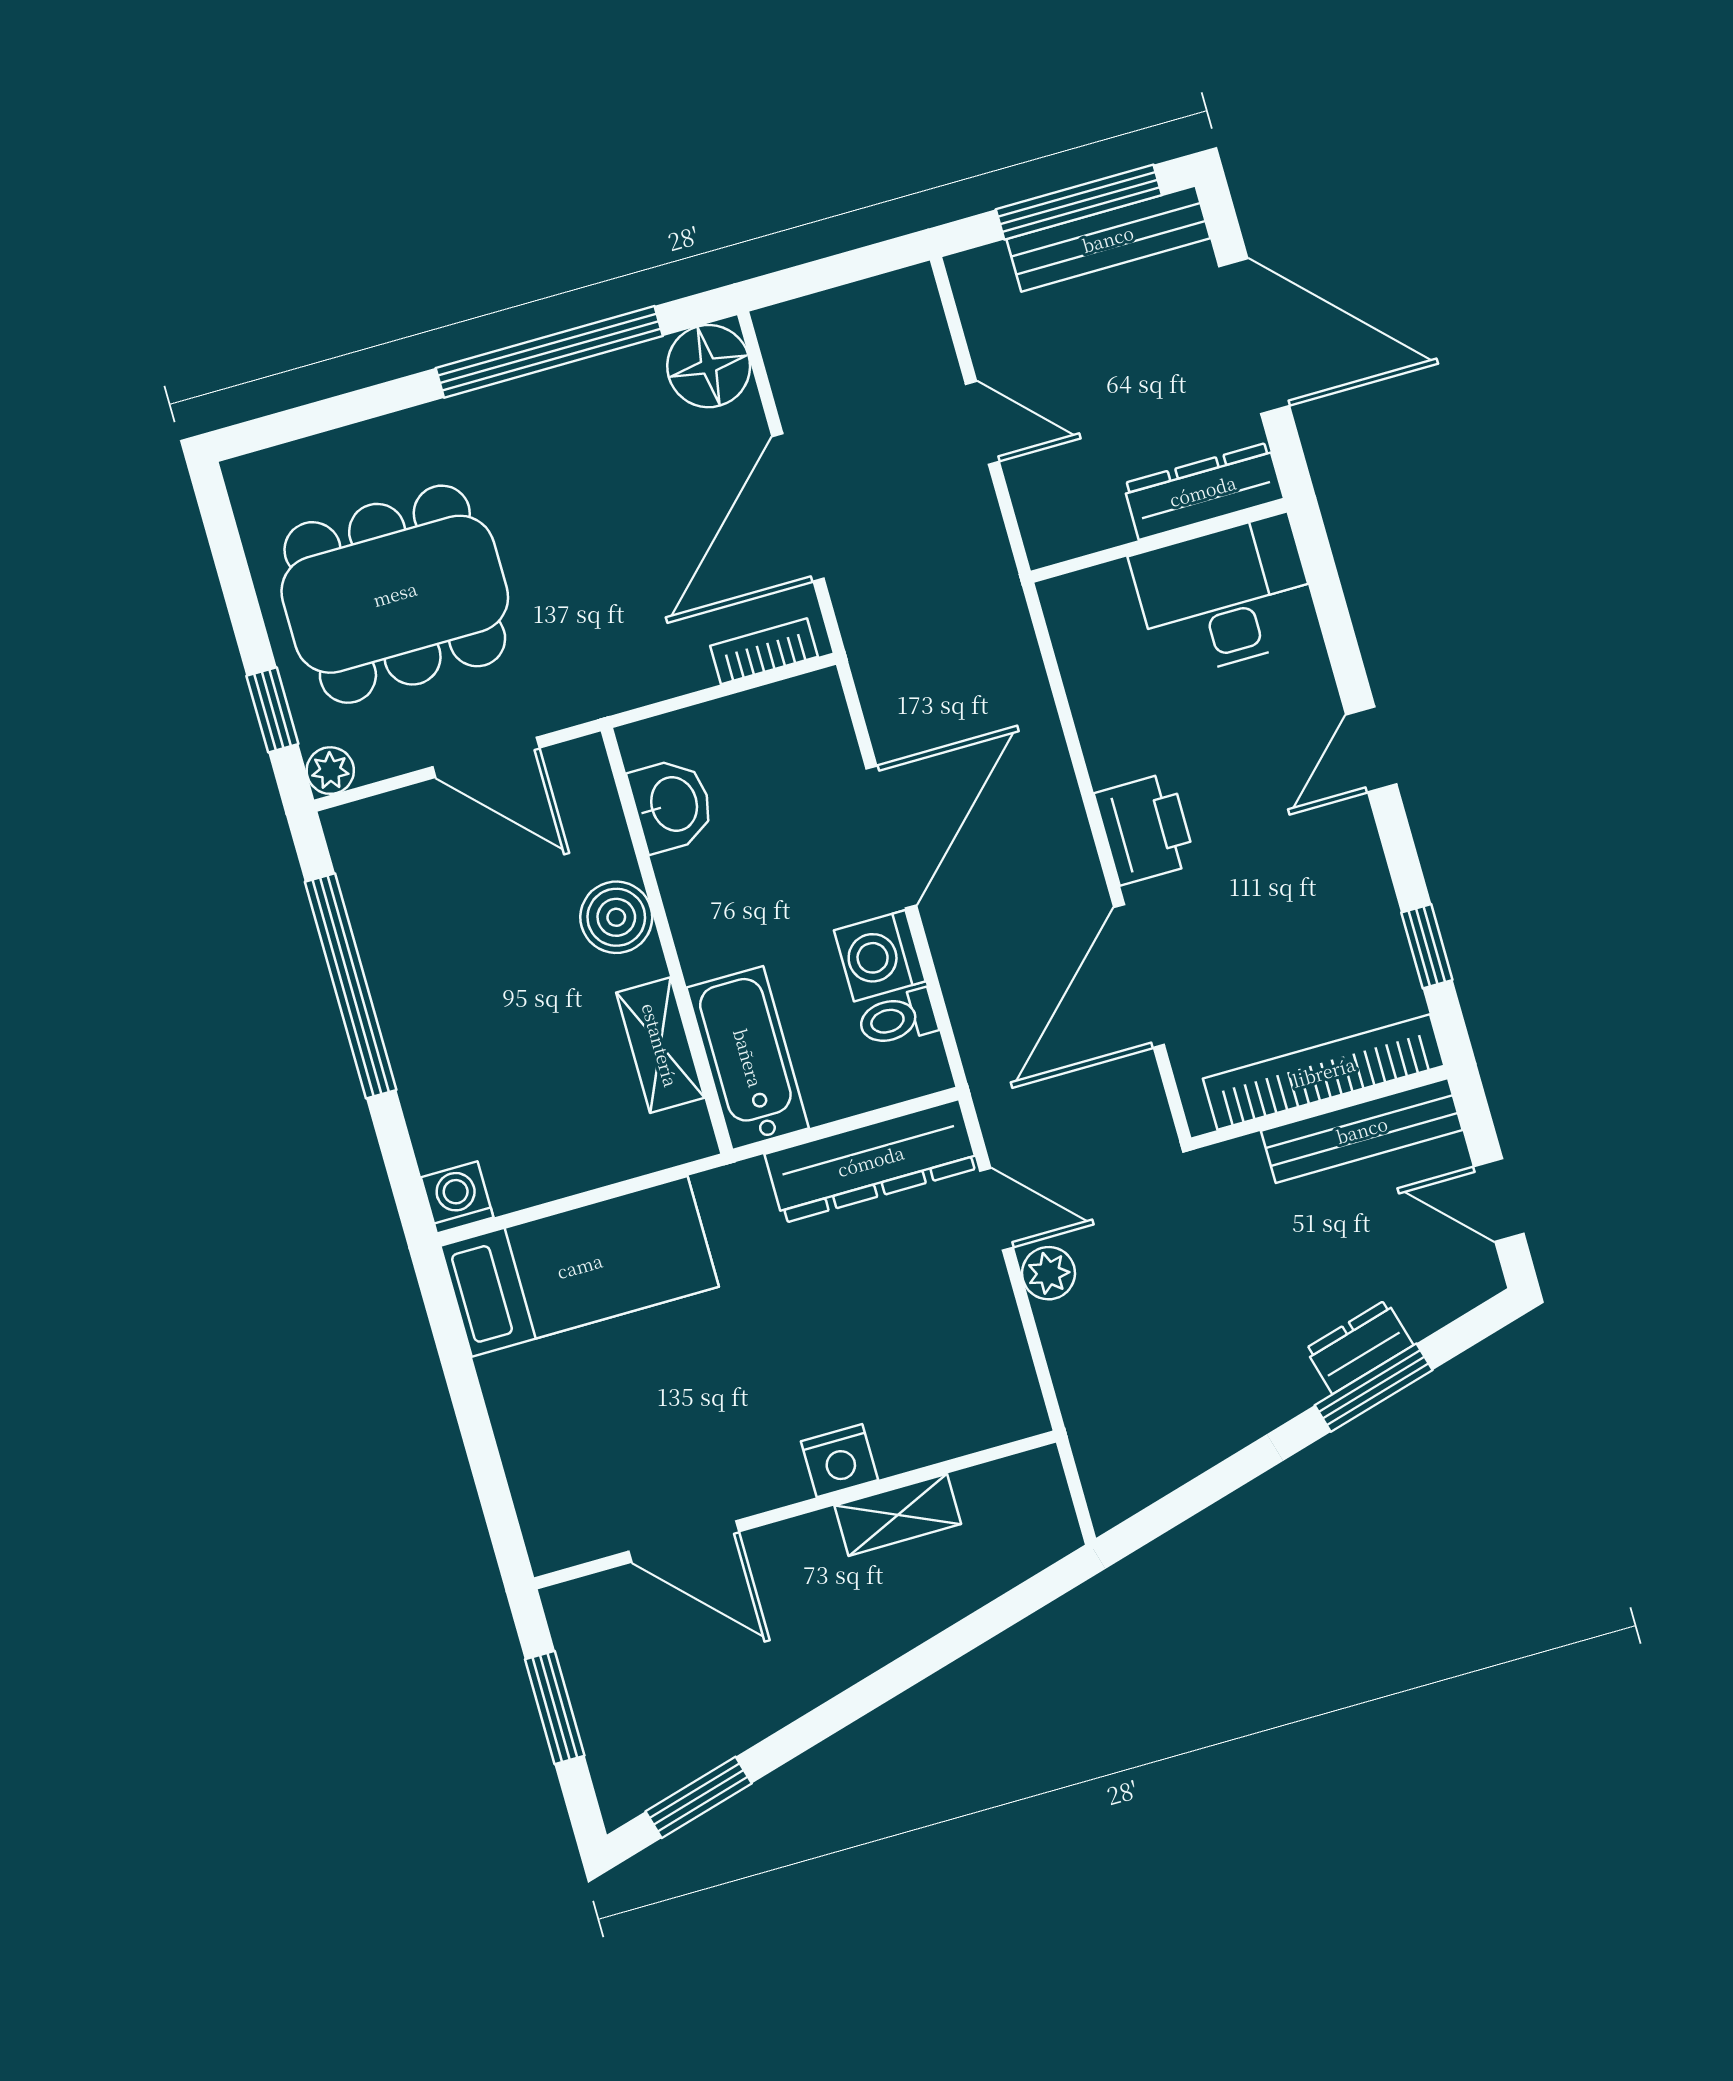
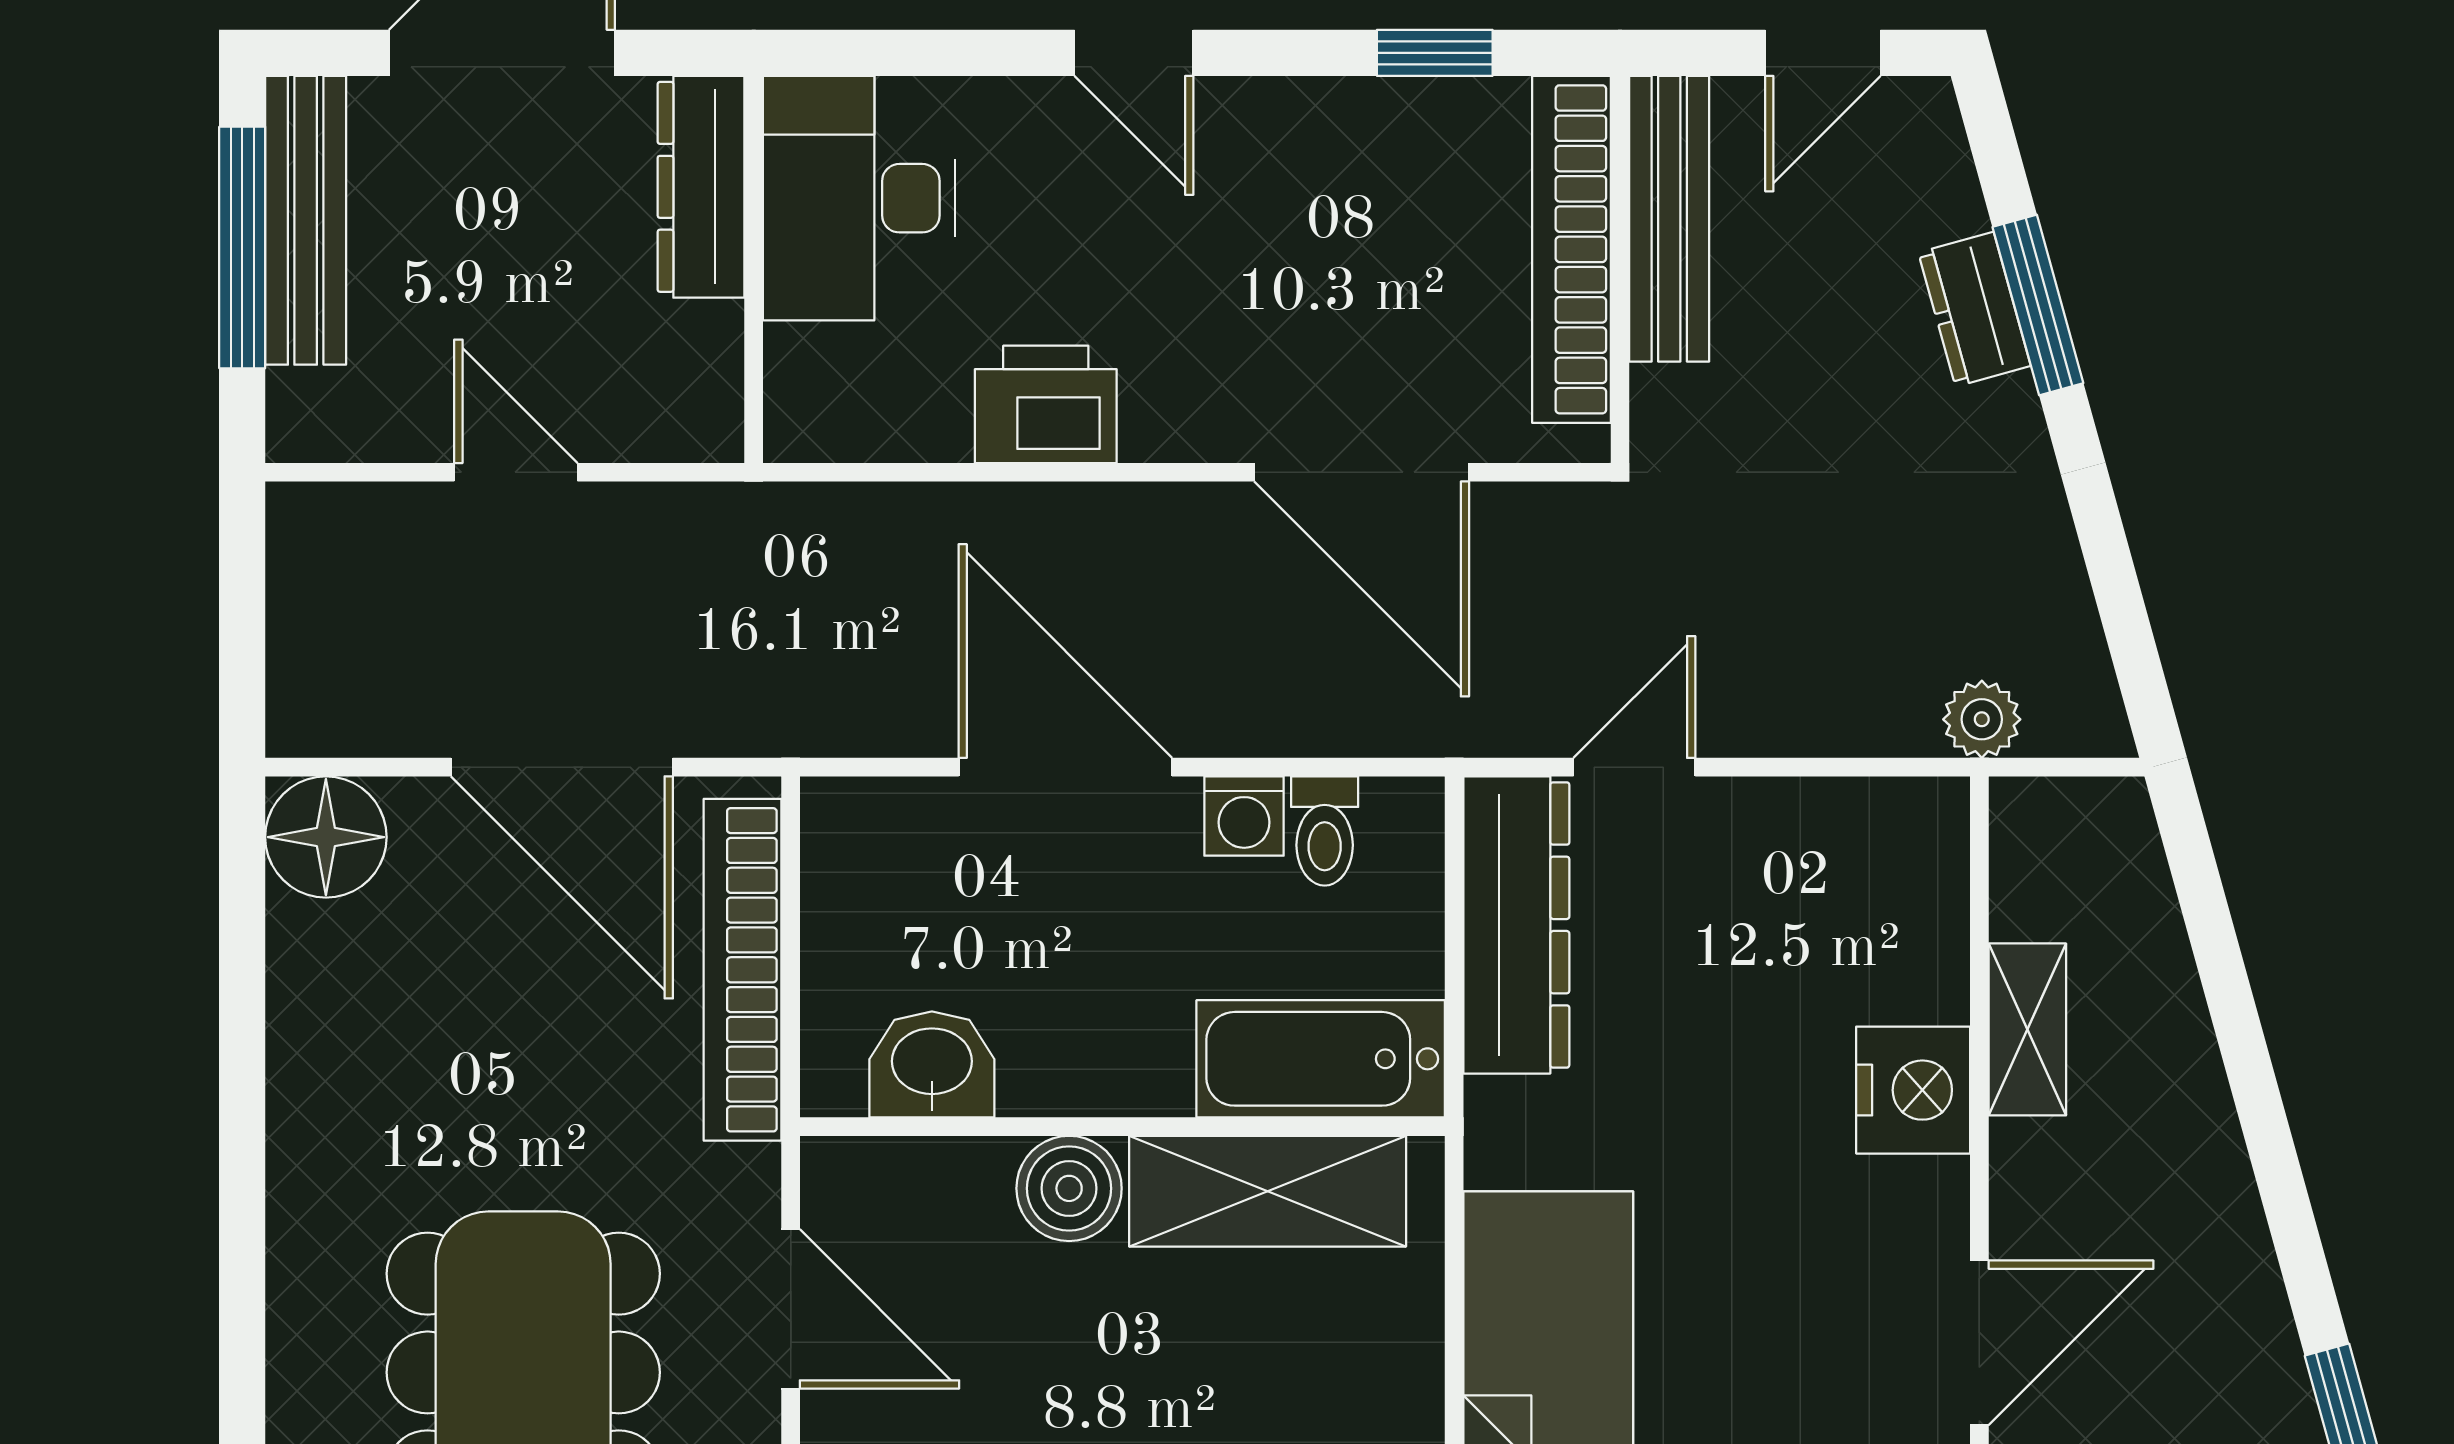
window: (549, 352) -> (242, 1057), removed
door: (982, 423) -> (516, 472), hinge flipped
bookcase: (764, 651) -> (743, 970), width x2.31, depth x1.31
door: (486, 757) -> (791, 1309), hinge flipped
printer: (1145, 829) -> (1046, 404), moved
washing machine: (880, 956) -> (1244, 816), width x0.73, depth x0.73
shelving: (660, 1045) -> (1268, 1191), width x1.50, depth x1.33
plant: (1049, 1273) -> (1982, 719), moved
nightstand: (840, 1461) -> (1913, 1090), width x1.36, depth x1.33

